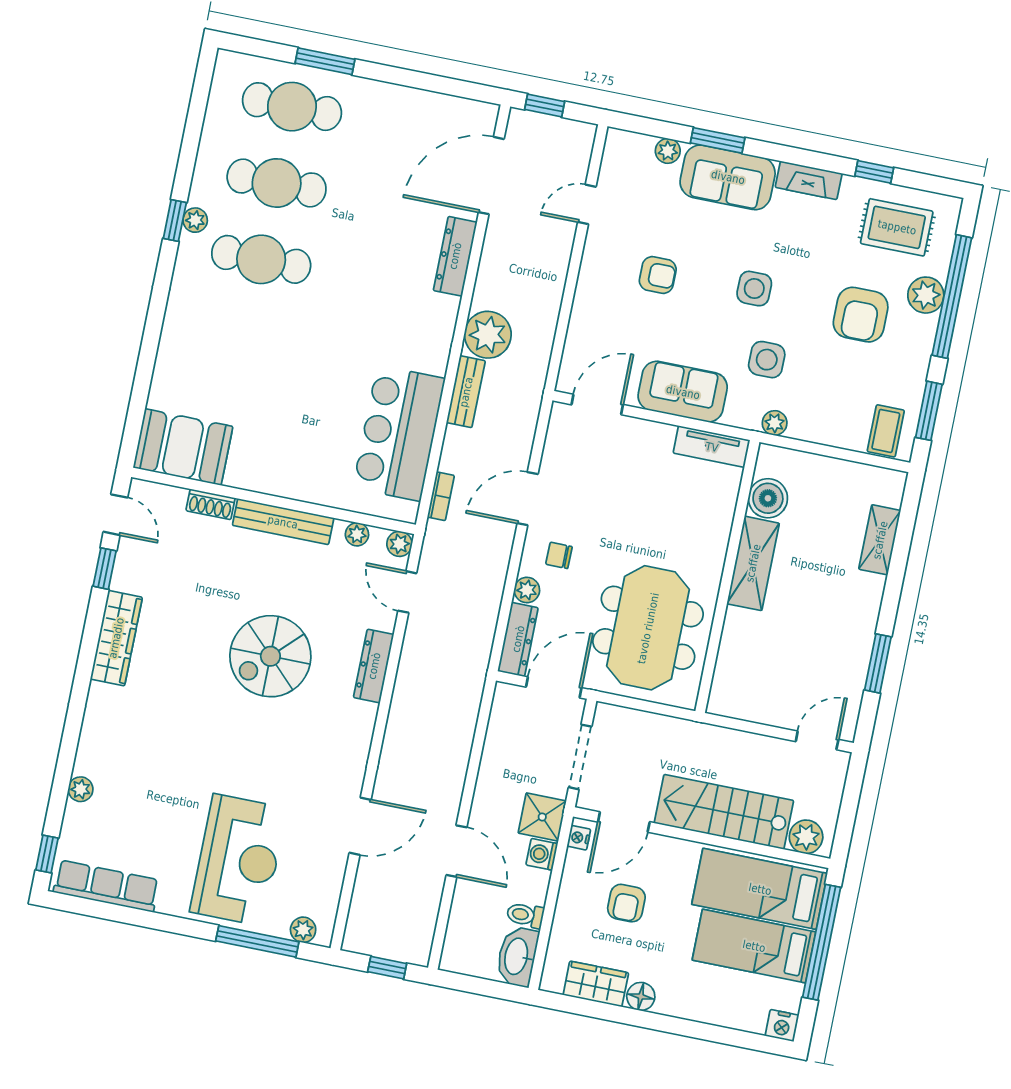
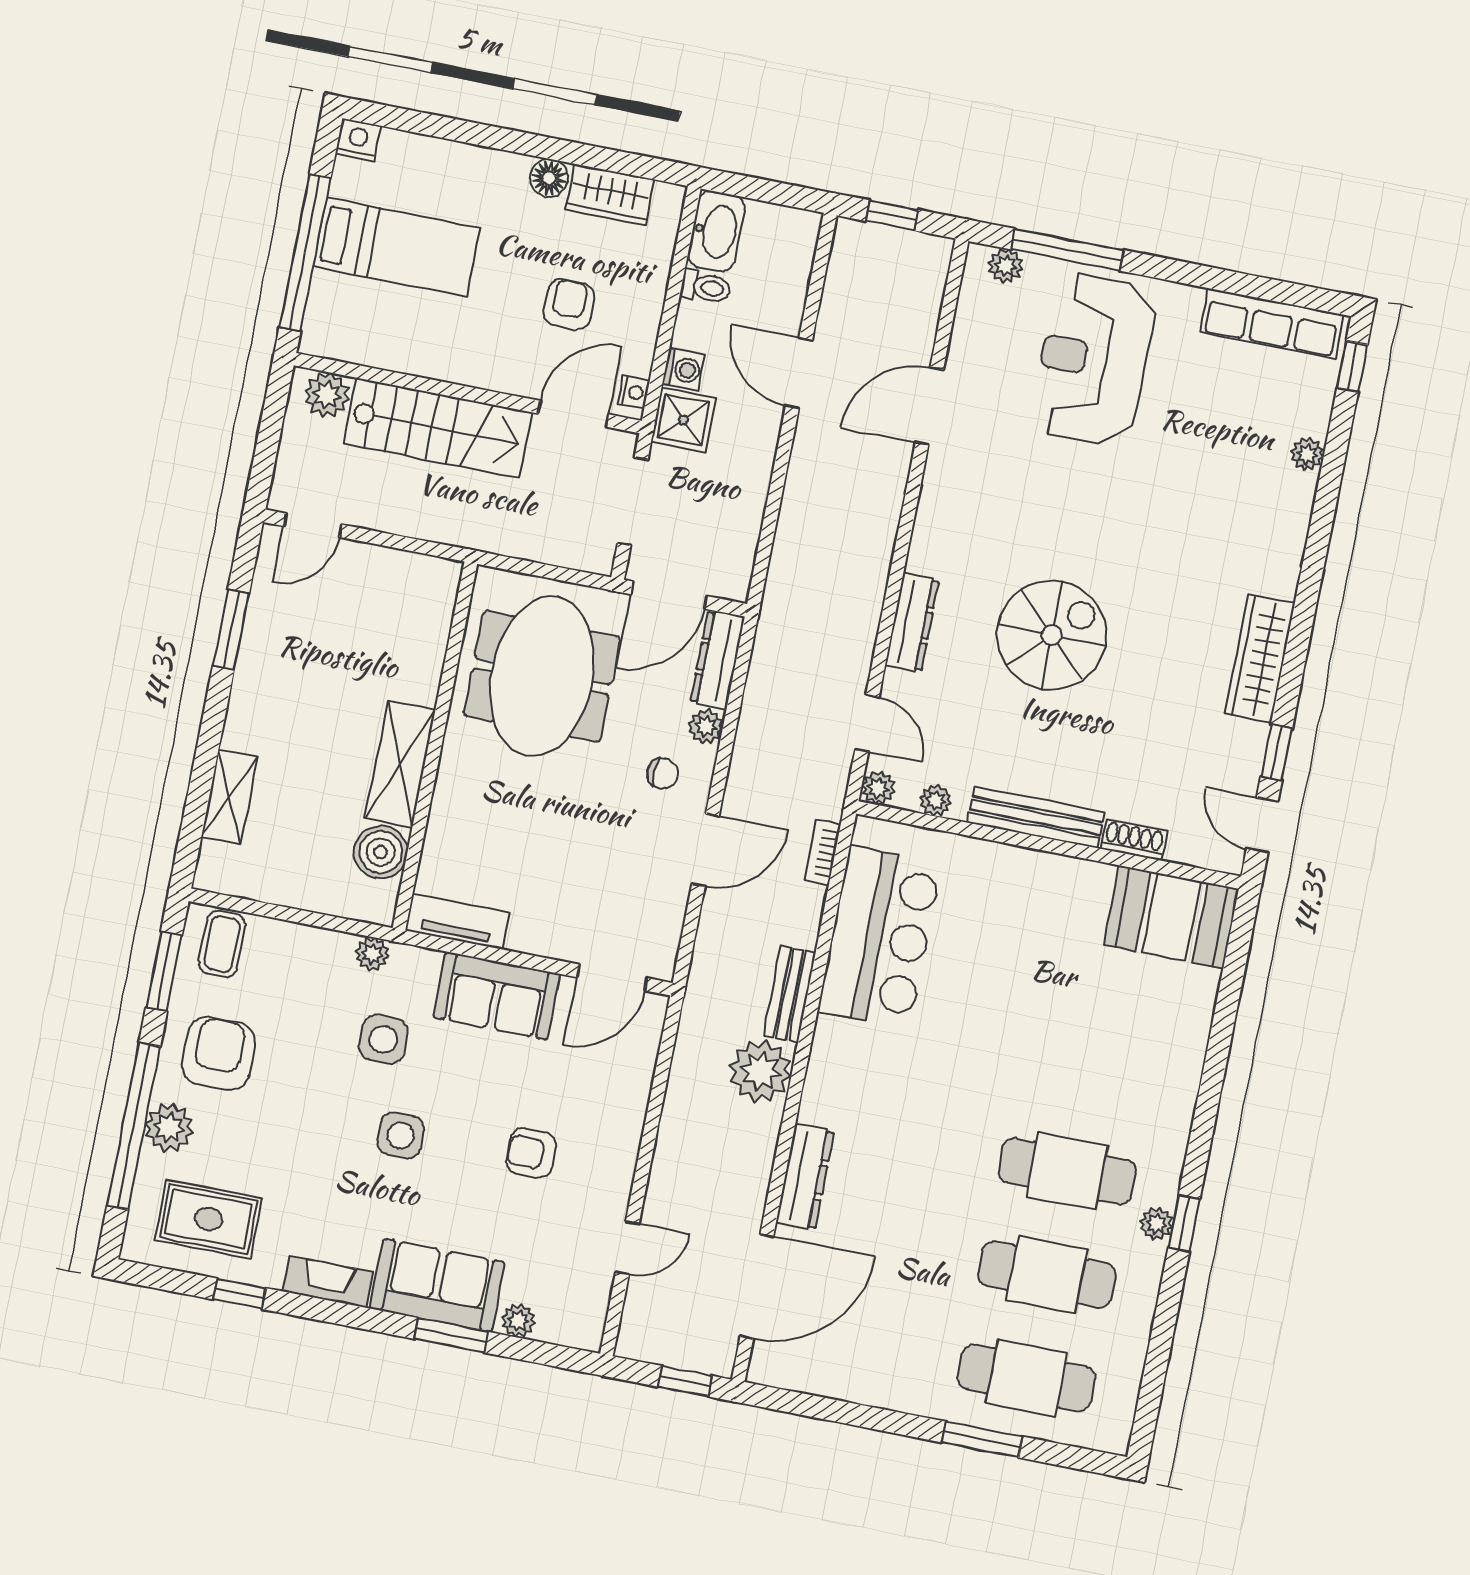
armchair: (861, 315) -> (218, 1054), moved
bed: (760, 889) -> (389, 324), removed

